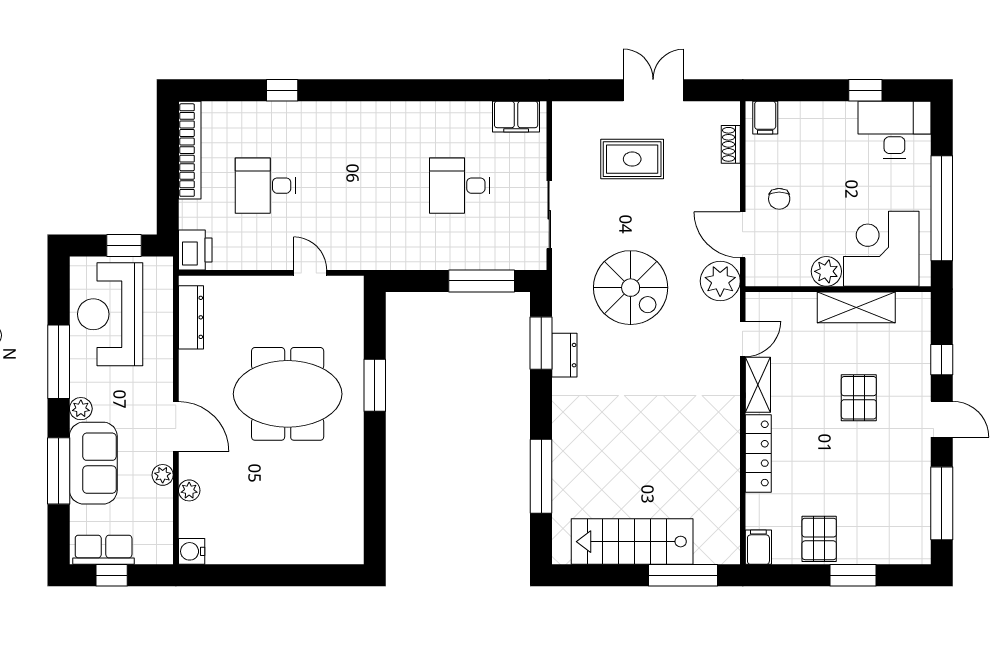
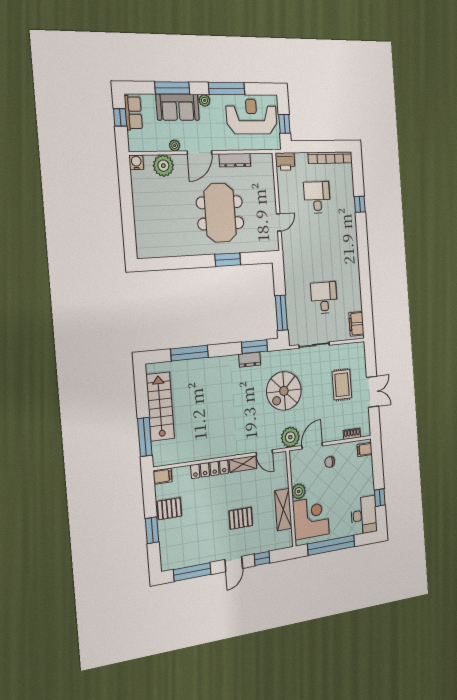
dresser: (191, 317) -> (235, 160), moved
plant: (189, 490) -> (163, 166), width x1.88, depth x1.88

